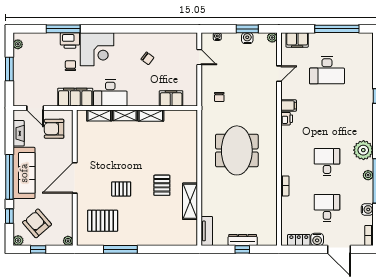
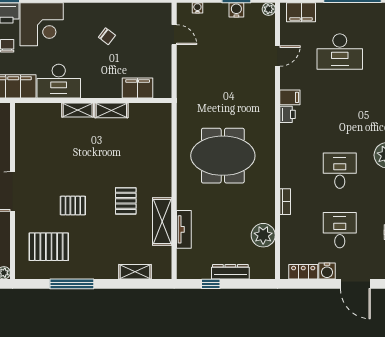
chair: (219, 97) -> (200, 86), removed
shelving: (99, 115) -> (135, 272), moved
meeting table: (237, 150) -> (223, 156), turned 90
plant: (268, 212) -> (263, 235), added
tv unit: (207, 231) -> (184, 229), moved
window: (242, 249) -> (211, 284), moved

